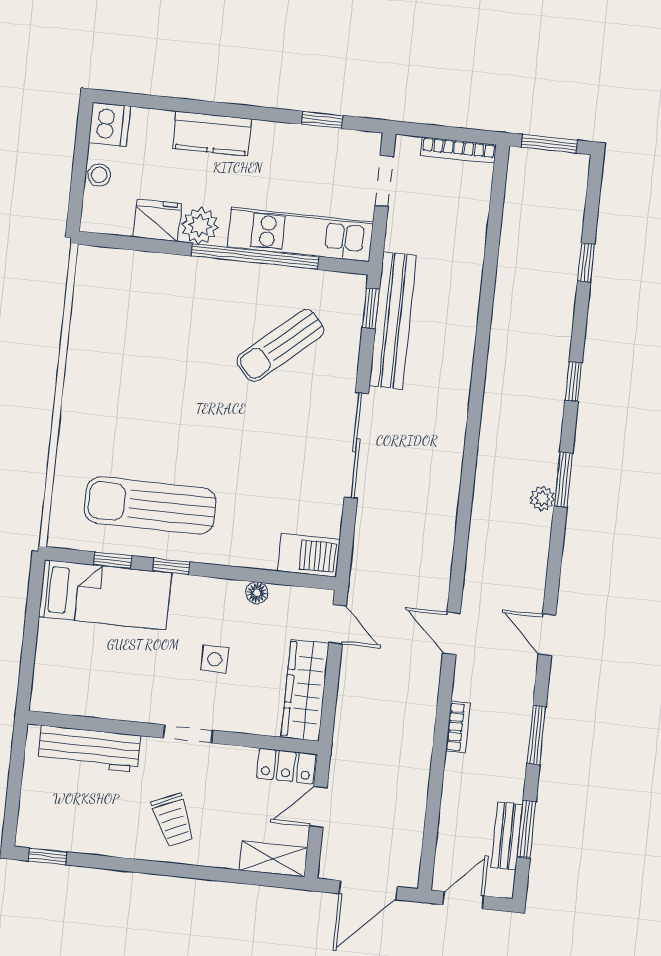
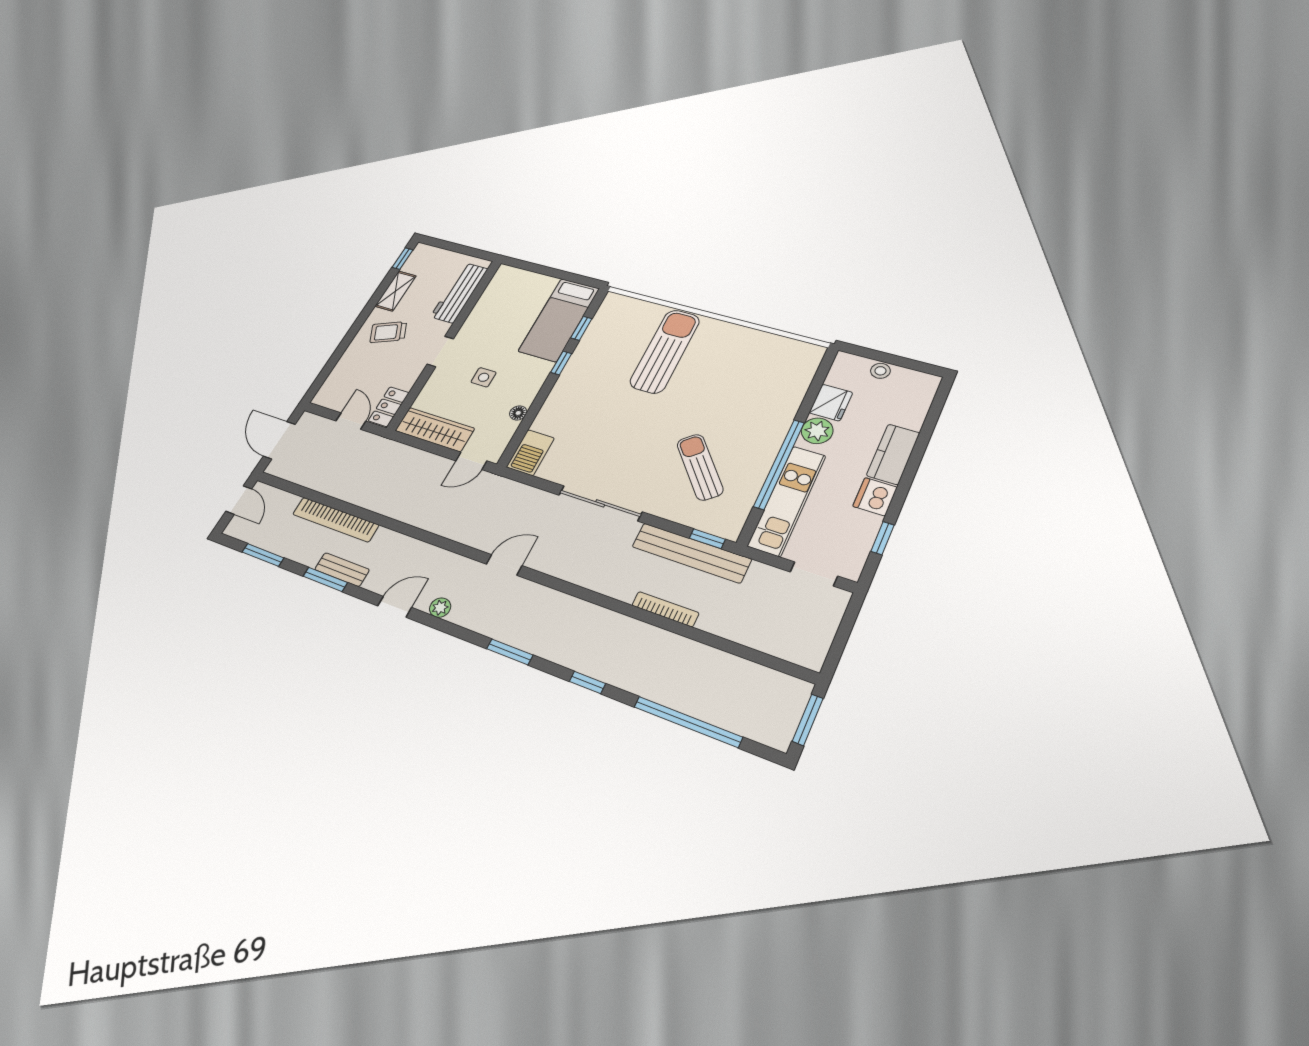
dishwasher: (109, 124) -> (875, 497), moved, turned 90
bookcase: (458, 150) -> (665, 609), moved, turned 90
window: (586, 262) -> (688, 722), width x3.17
plant: (542, 499) -> (440, 608), moved
sun lounger: (150, 506) -> (665, 351), moved
door: (451, 633) -> (504, 565), moved
bookcase: (458, 727) -> (336, 520), width x2.31, depth x1.31
bench: (507, 836) -> (342, 570), moved
shelving: (273, 859) -> (396, 291), moved

